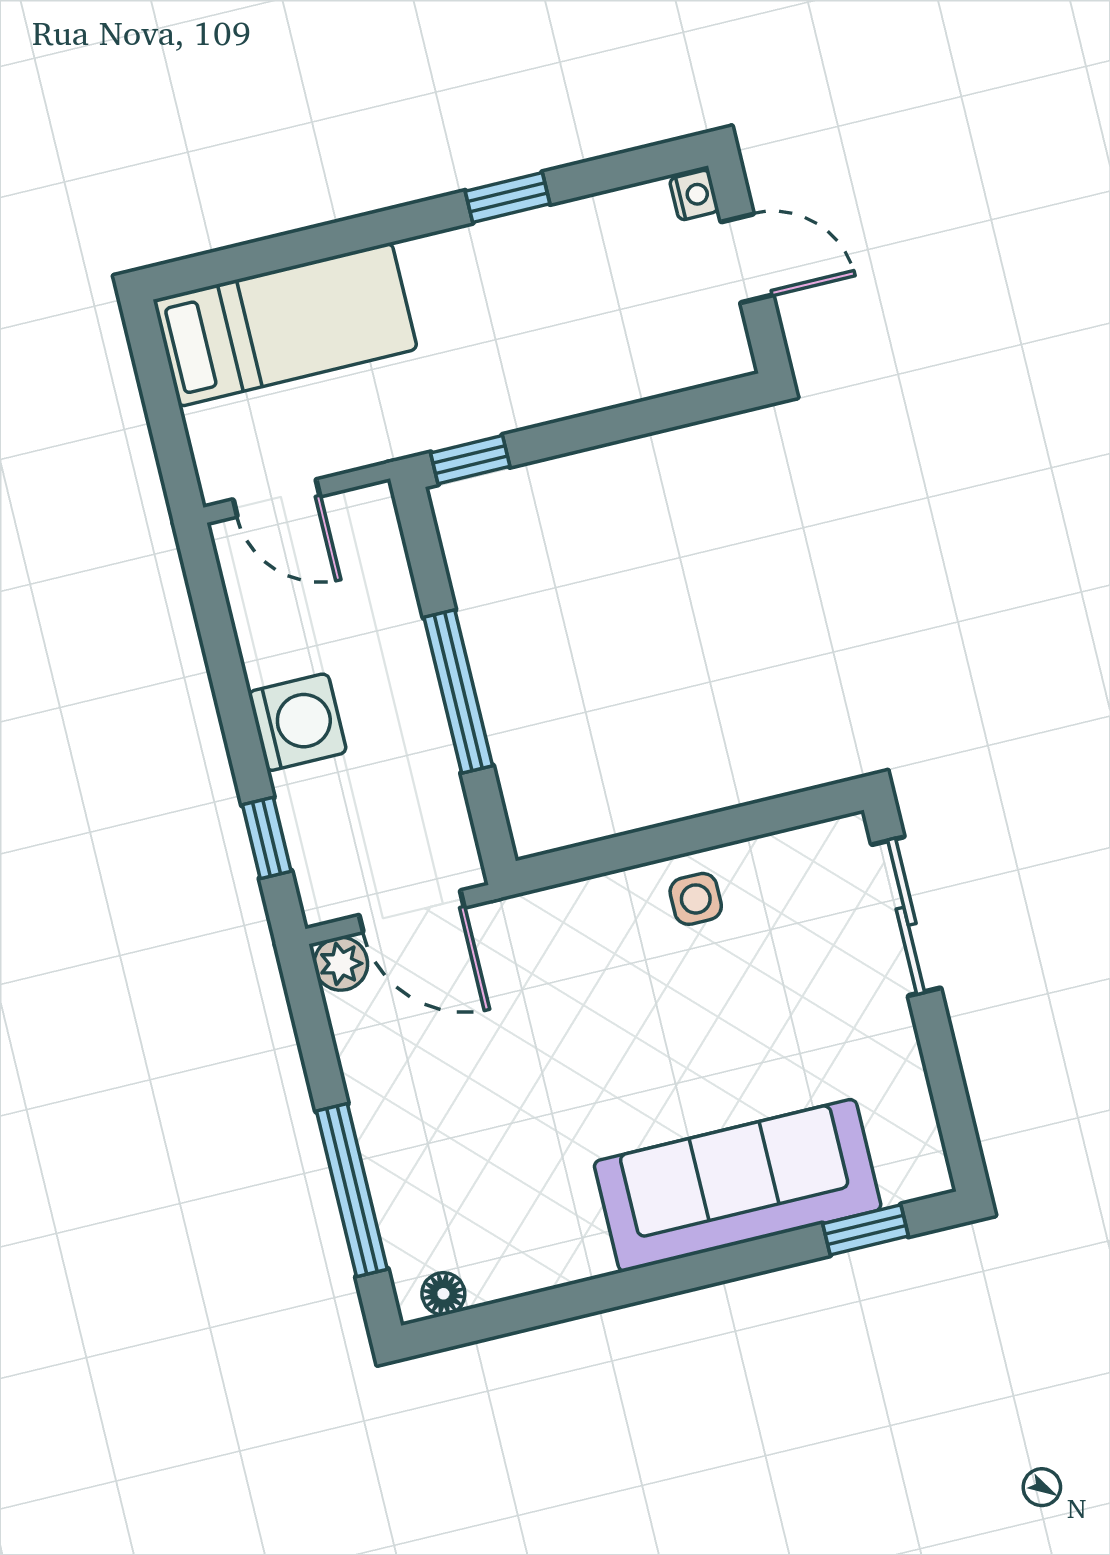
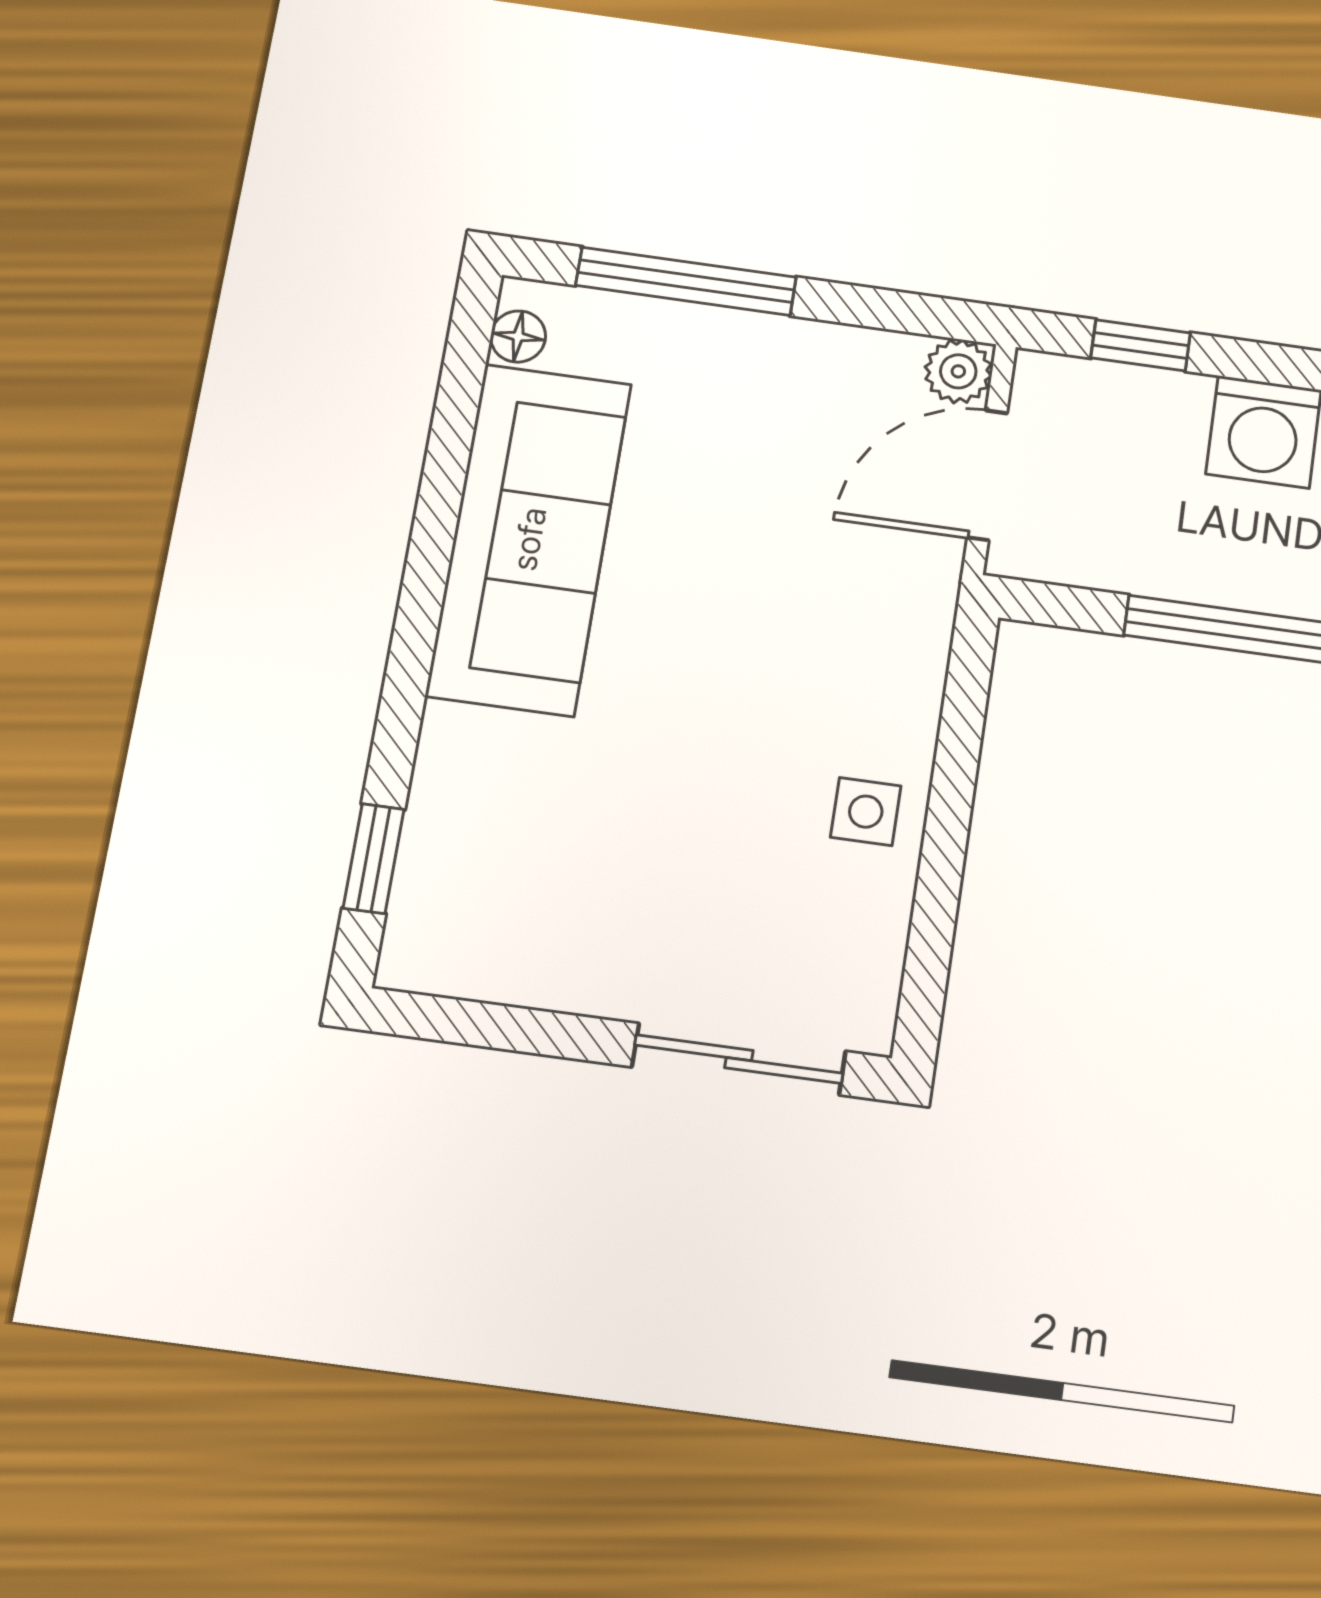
sofa: (738, 1185) -> (529, 539), moved

